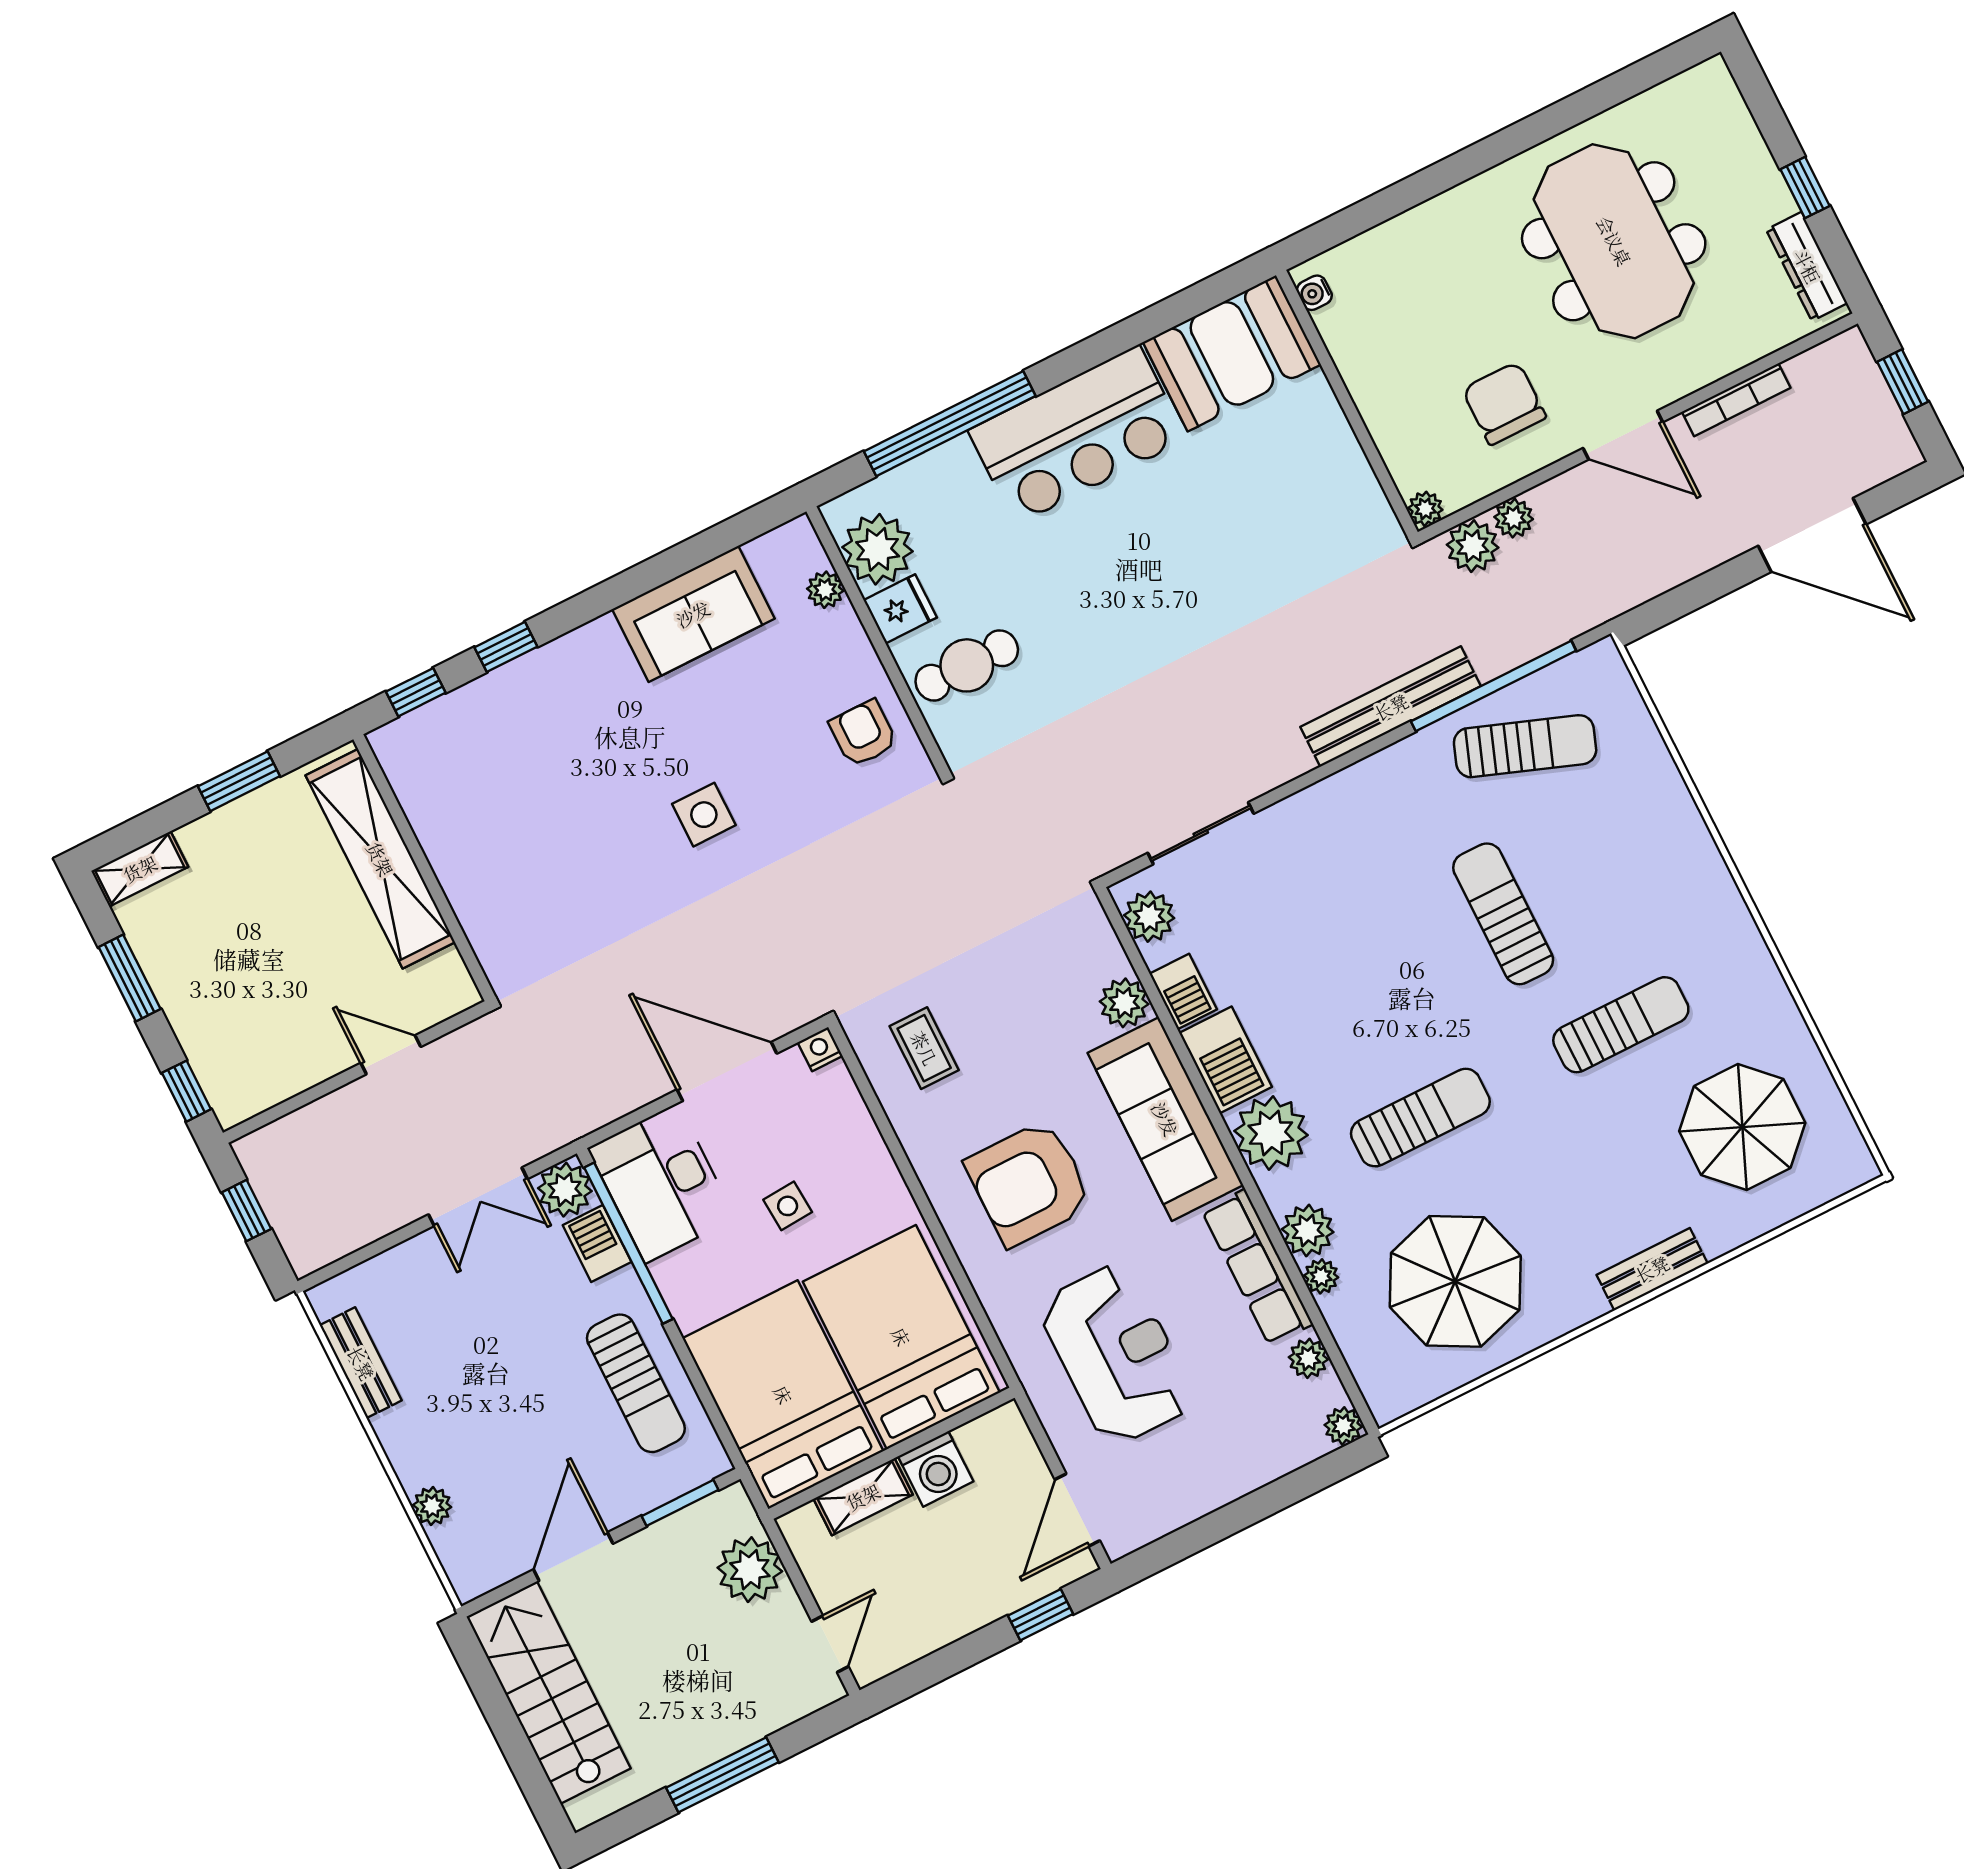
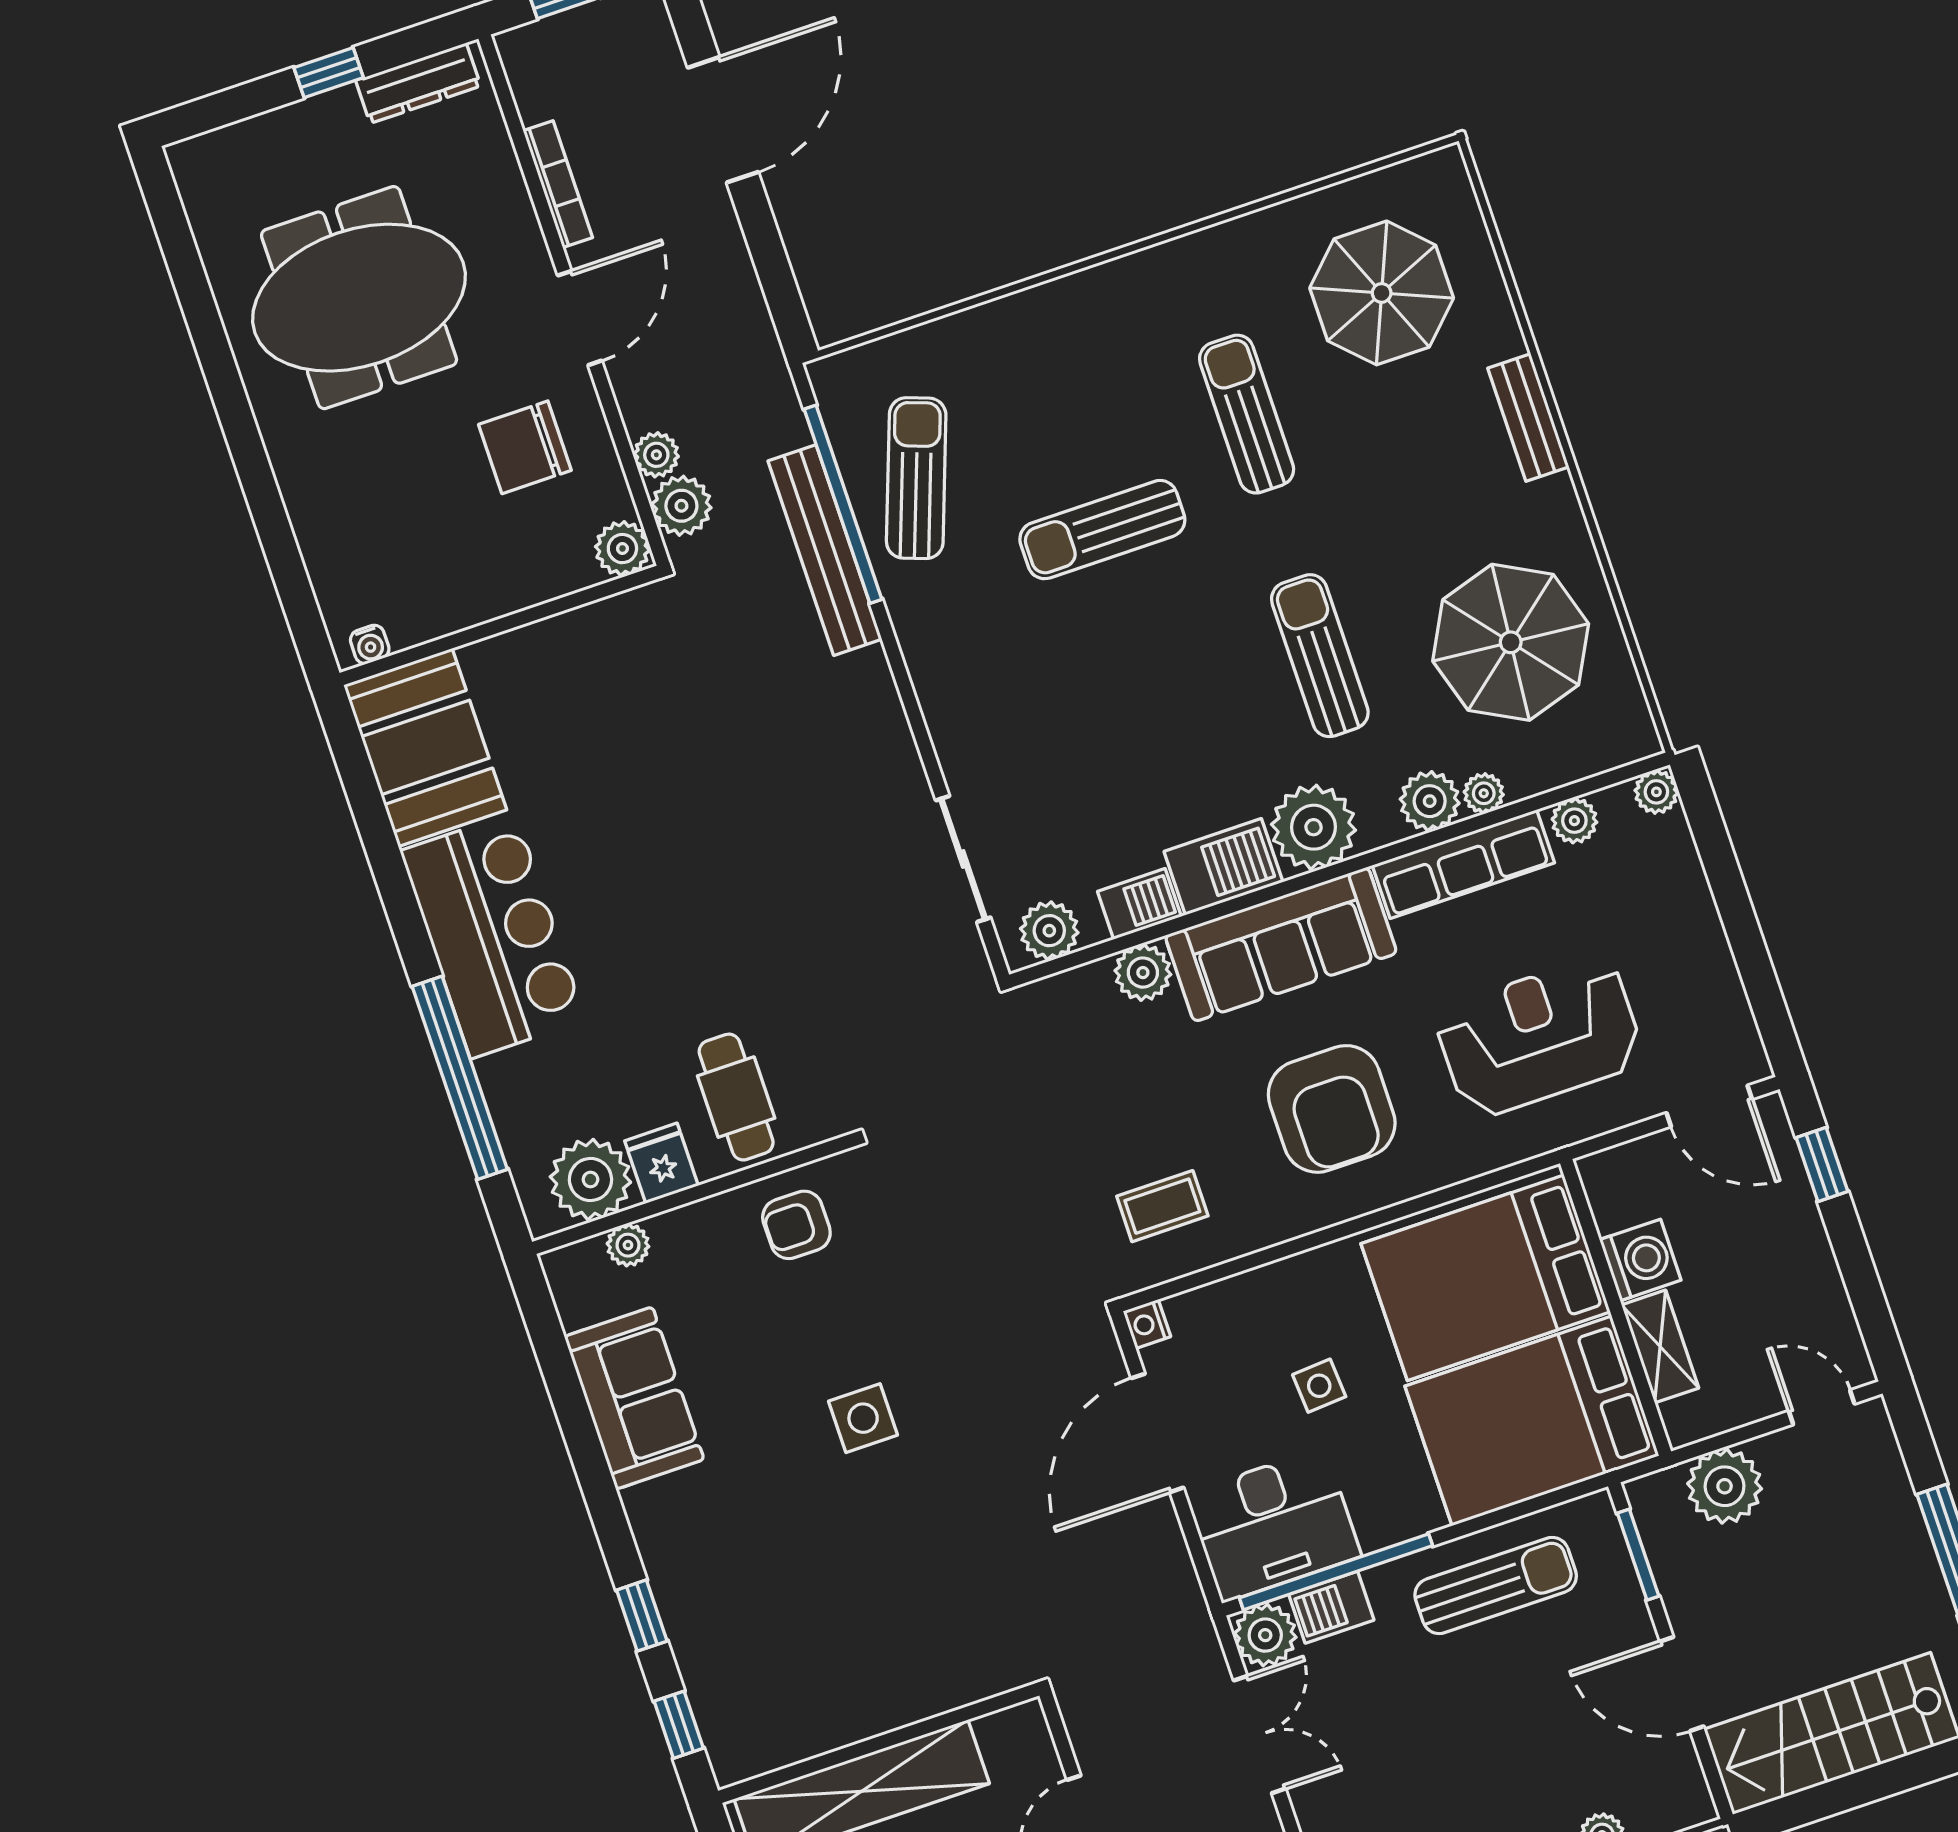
plant: (1425, 509) -> (622, 549), width x1.38, depth x1.38
bench: (1391, 707) -> (825, 550), moved

